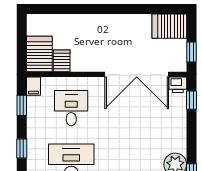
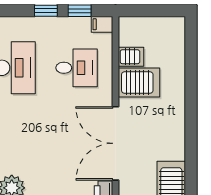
server rack: (39, 54) -> (139, 83), moved
window: (22, 149) -> (46, 11), moved

